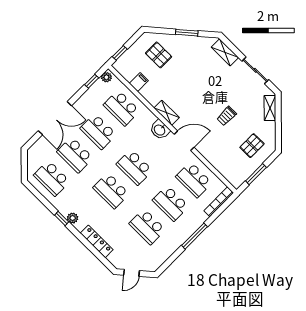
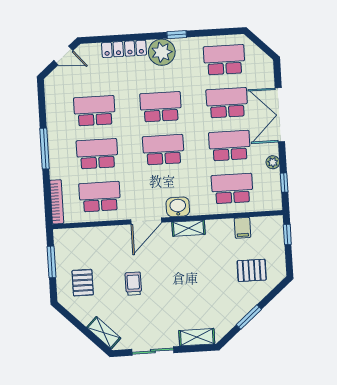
plant: (106, 77) -> (273, 162), moved
plant: (73, 218) -> (162, 52), width x1.87, depth x1.87
door: (132, 273) -> (63, 55), swing flipped

